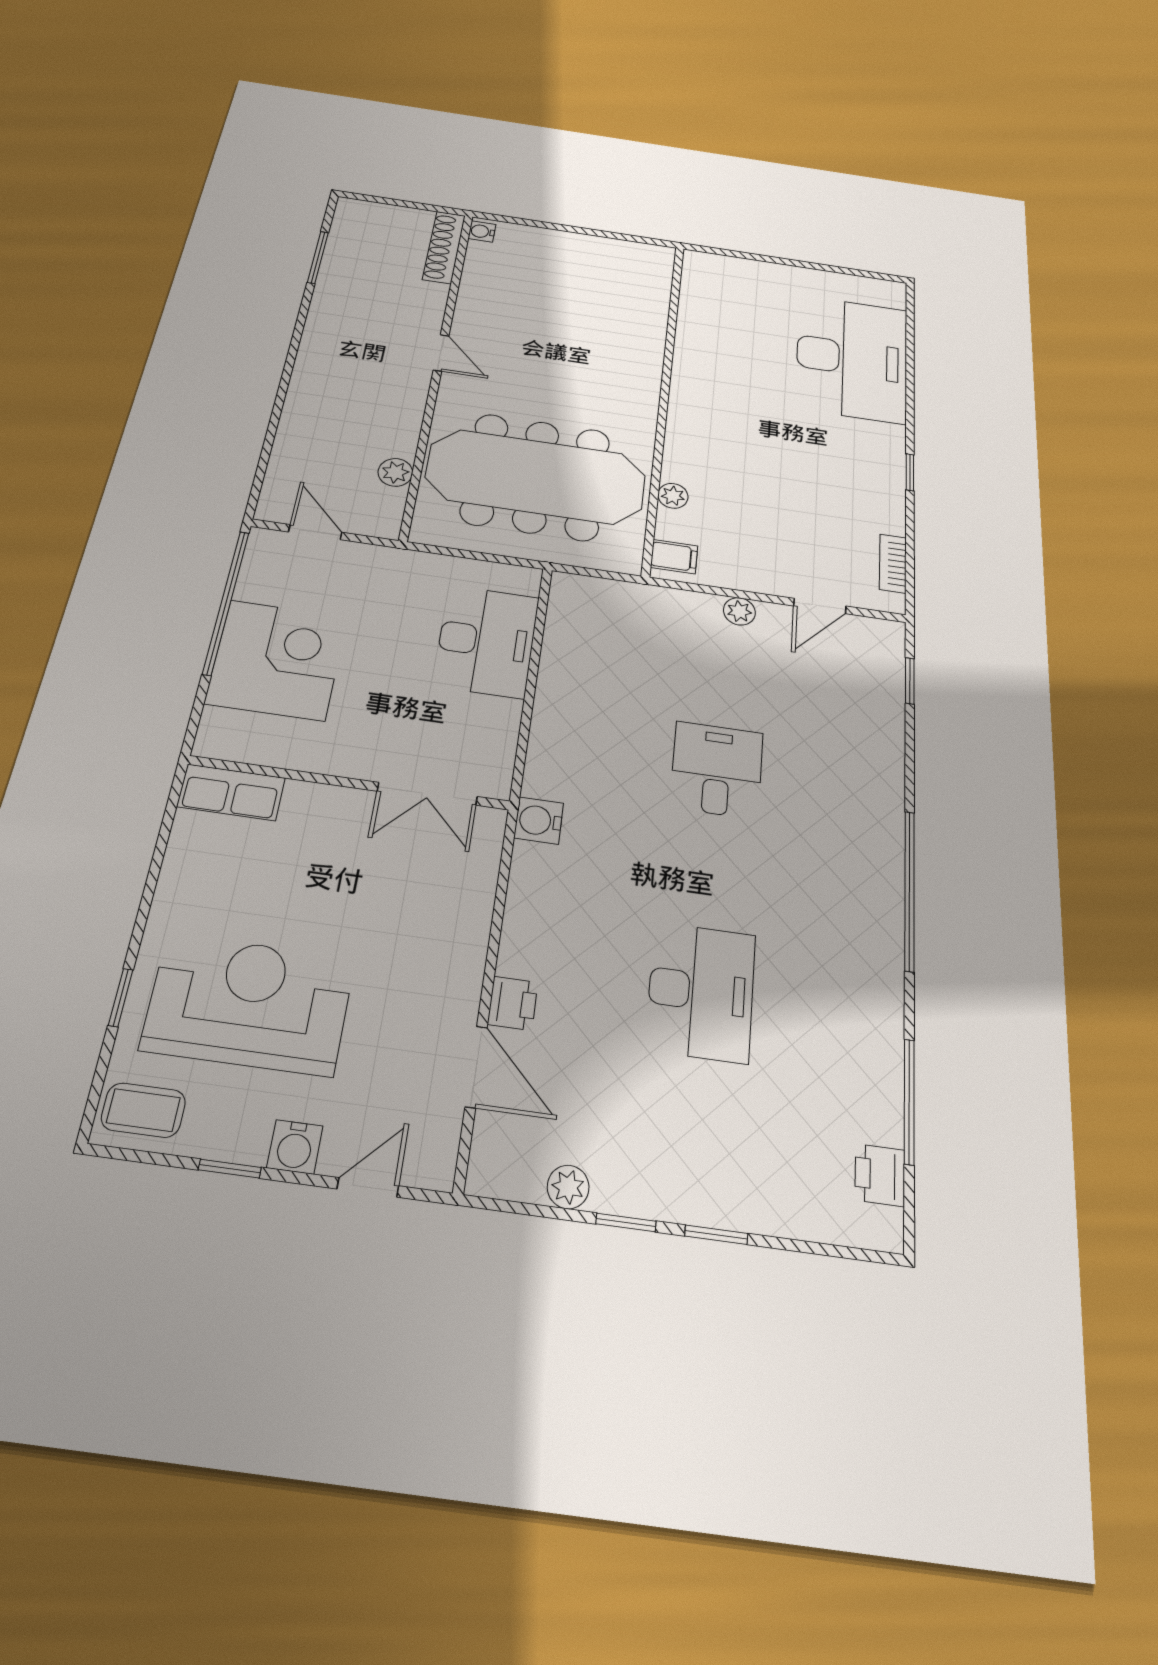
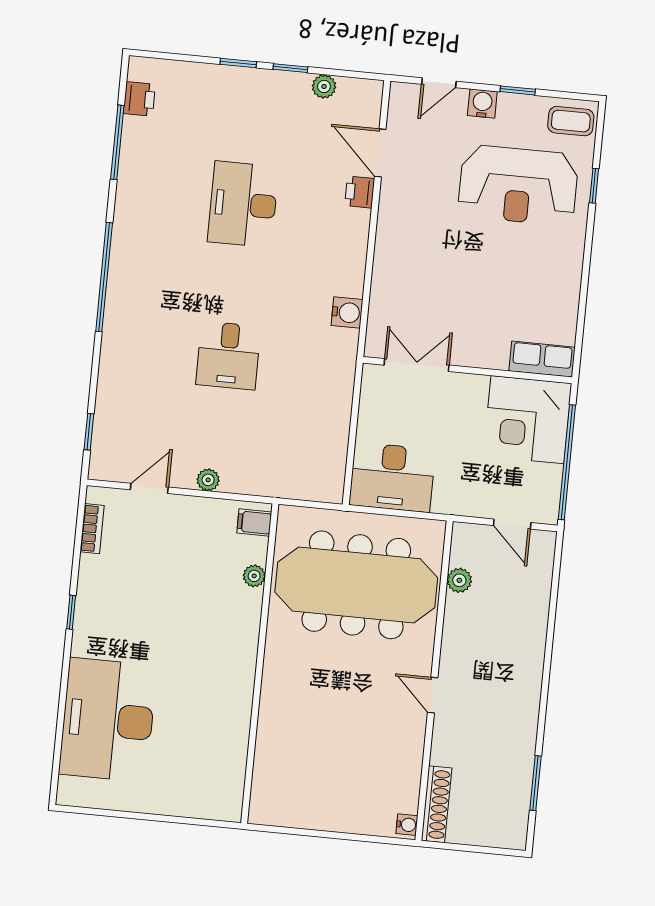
desk: (486, 641) -> (392, 477), moved, turned -90
wall: (349, 783) -> (467, 370), moved
row of seats: (231, 792) -> (542, 359), moved
double door: (427, 794) -> (417, 365), moved

